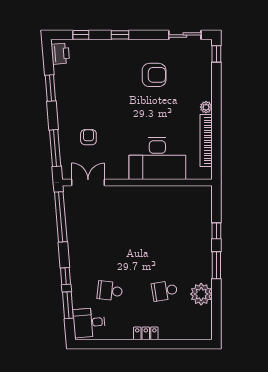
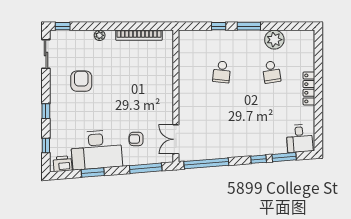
plant: (206, 107) -> (100, 35), moved
desk: (157, 158) -> (96, 150), moved, turned 85
school desk: (110, 291) -> (222, 72), moved
locker: (146, 333) -> (309, 88), width x1.53

